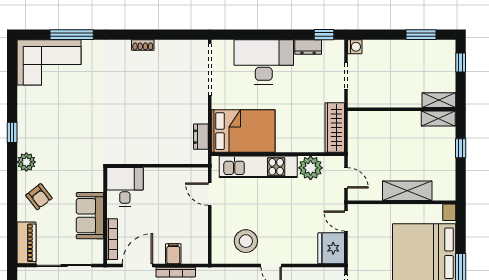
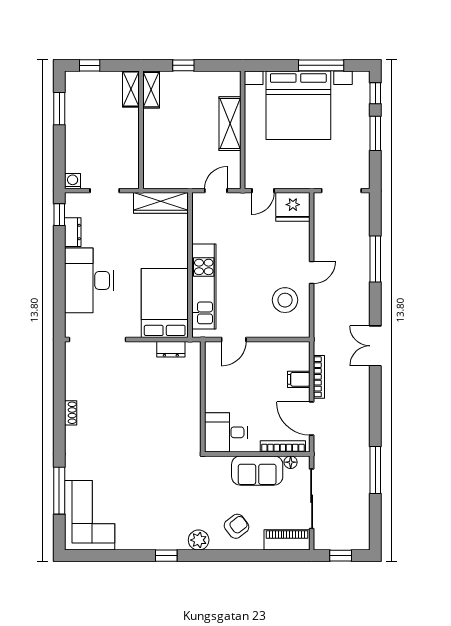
plant: (311, 168) -> (205, 229), removed
floor lamp: (98, 246) -> (291, 462), added

